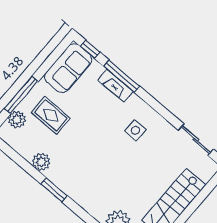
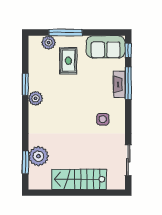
plant: (41, 162) -> (36, 98), moved
window: (54, 190) -> (25, 84), moved

